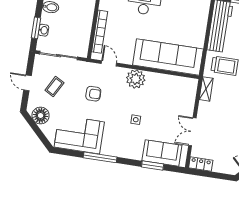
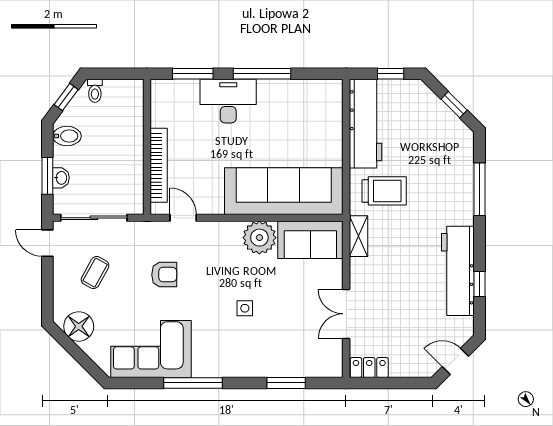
plant: (136, 79) -> (259, 238), moved
door: (28, 83) -> (47, 243), moved
sofa: (162, 153) -> (310, 240), moved, turned 180

